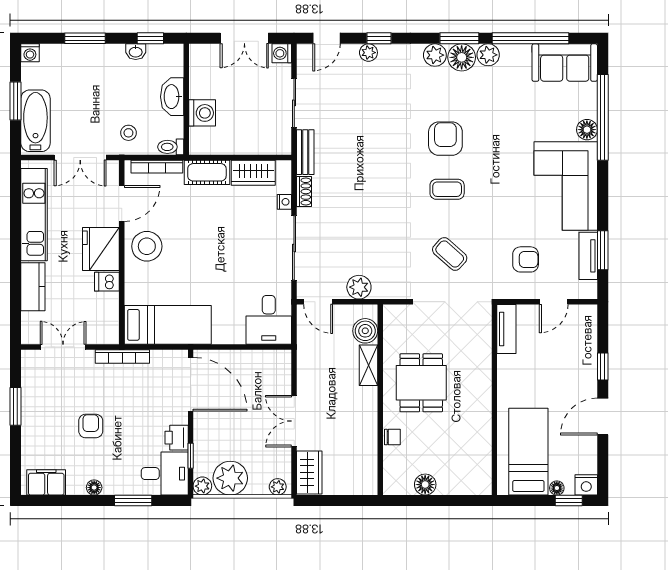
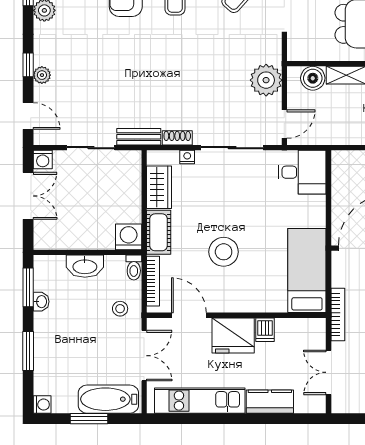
window: (150, 38) -> (28, 287), width x1.50
washing machine: (202, 113) -> (129, 237), moved
stool: (147, 246) -> (224, 252), moved
plant: (359, 287) -> (266, 80), width x1.36, depth x1.36

